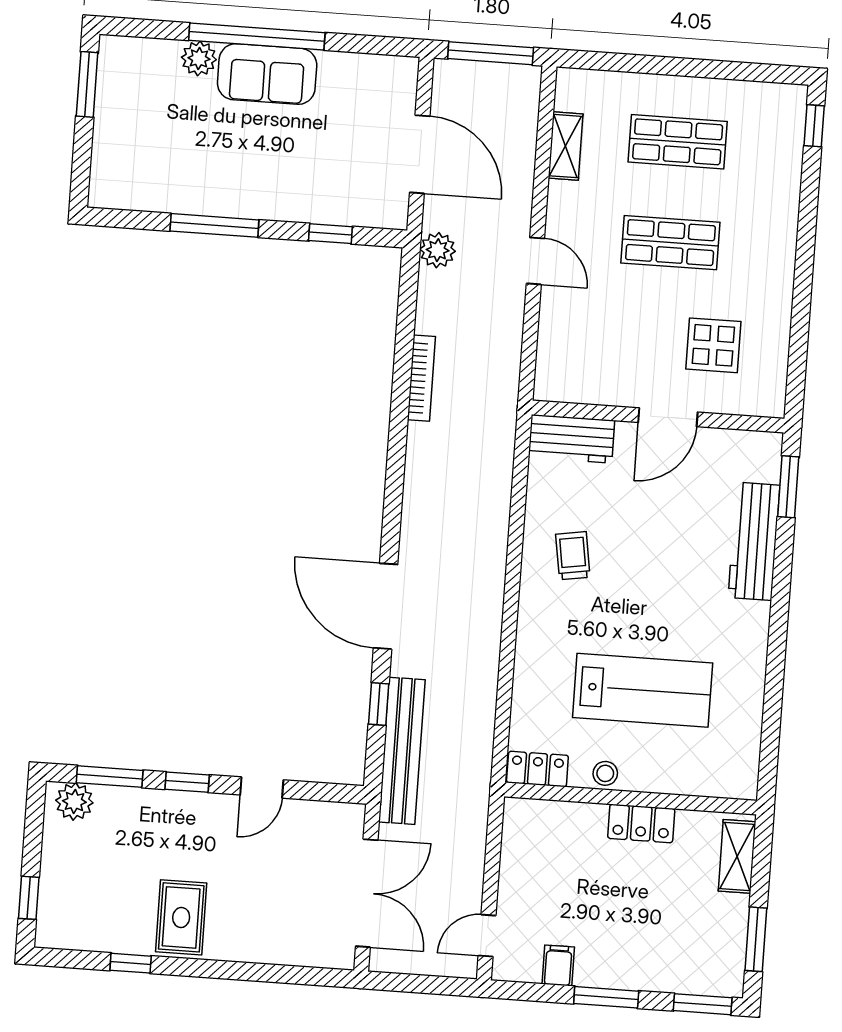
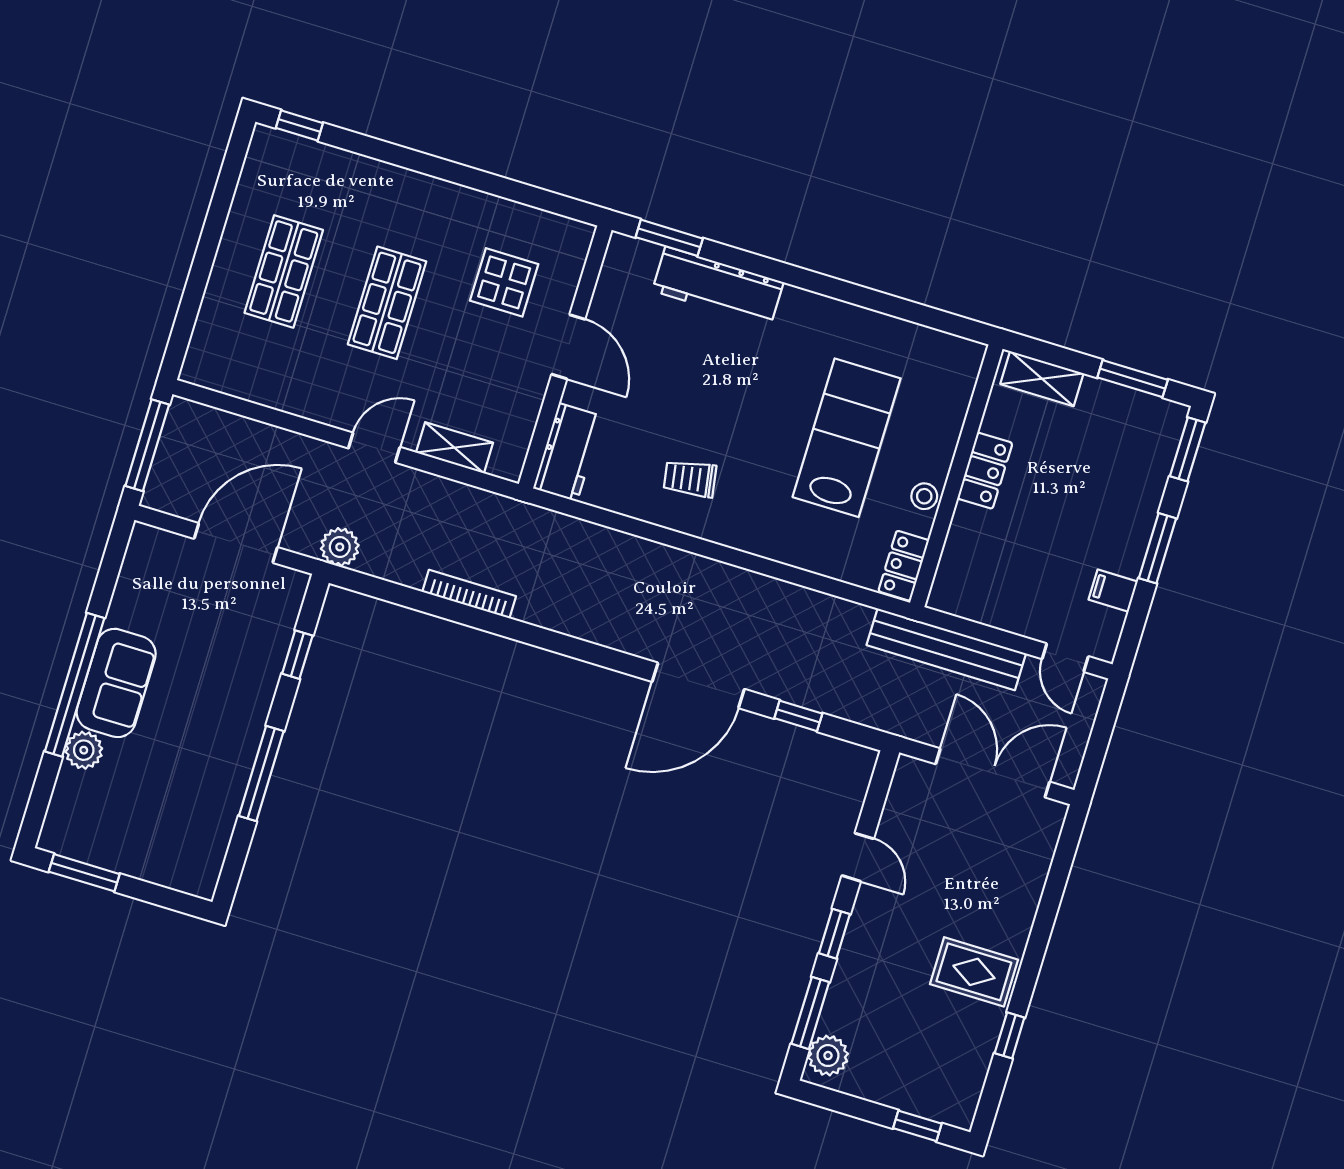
shelving: (566, 146) -> (454, 448), moved
bench: (402, 751) -> (946, 649), moved

